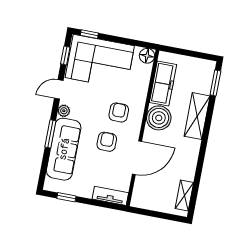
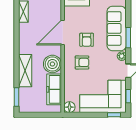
armchair: (119, 112) -> (82, 62), turned -90

